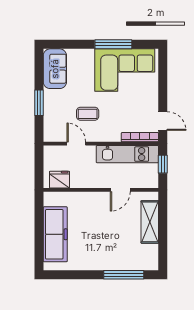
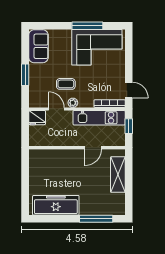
plant: (96, 136) -> (73, 103), added
fridge: (59, 180) -> (37, 118), moved, turned 180
freezer: (55, 234) -> (56, 205), moved, turned -90

